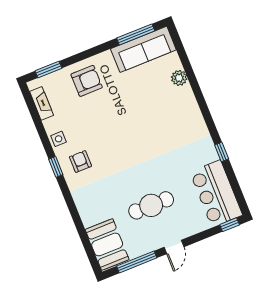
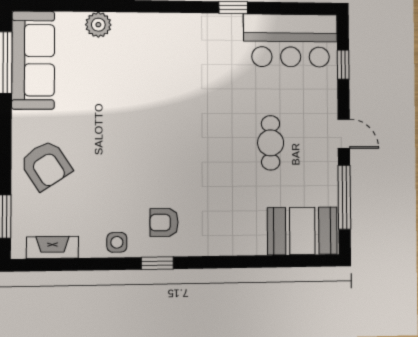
armchair: (87, 81) -> (46, 165), turned 147
cafe table: (151, 205) -> (271, 143), width x0.73, depth x0.74
window: (230, 225) -> (343, 65), moved

